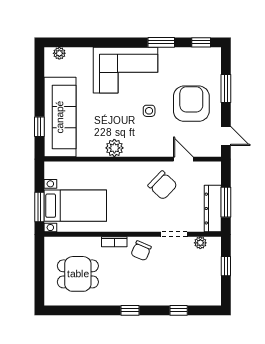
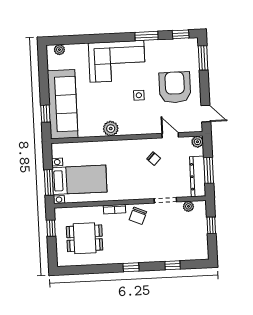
window: (226, 88) -> (203, 58), moved
plant: (214, 168) -> (197, 142), added
chair: (163, 185) -> (154, 159), width x0.54, depth x0.54
window: (39, 260) -> (51, 228), added

